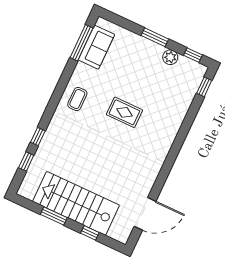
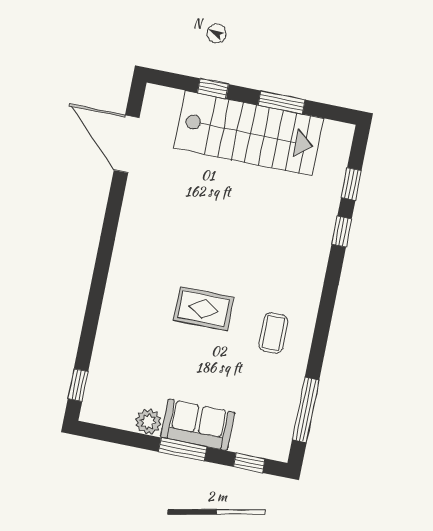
sofa: (96, 47) -> (198, 425), moved, turned 90
window: (193, 55) -> (249, 463), moved
coffee table: (77, 99) -> (273, 333), moved
door: (145, 214) -> (127, 144), hinge flipped

